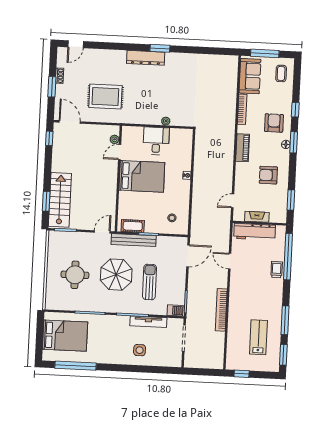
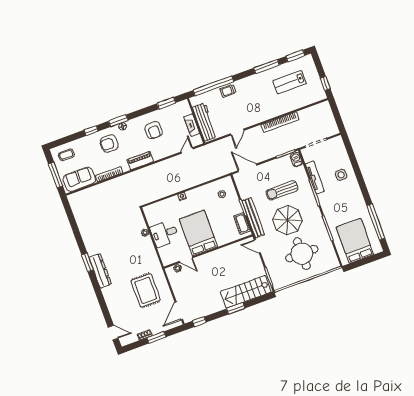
window: (46, 201) -> (236, 308), moved
door: (233, 201) -> (187, 150), swing flipped
round table: (75, 275) -> (302, 254), width x1.36, depth x1.36

